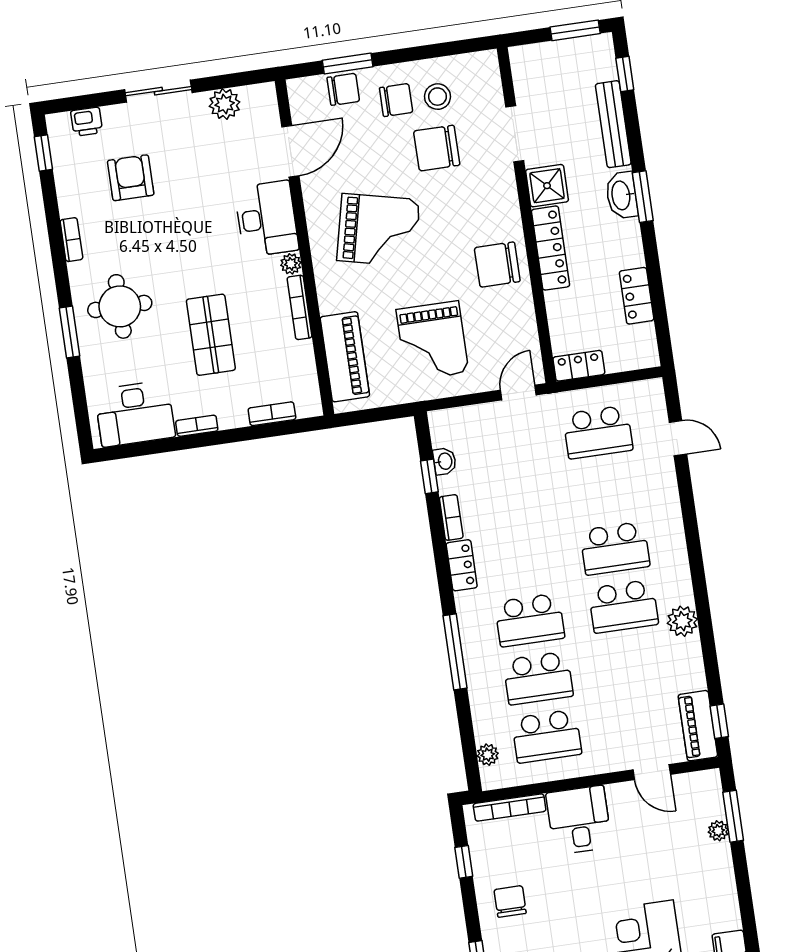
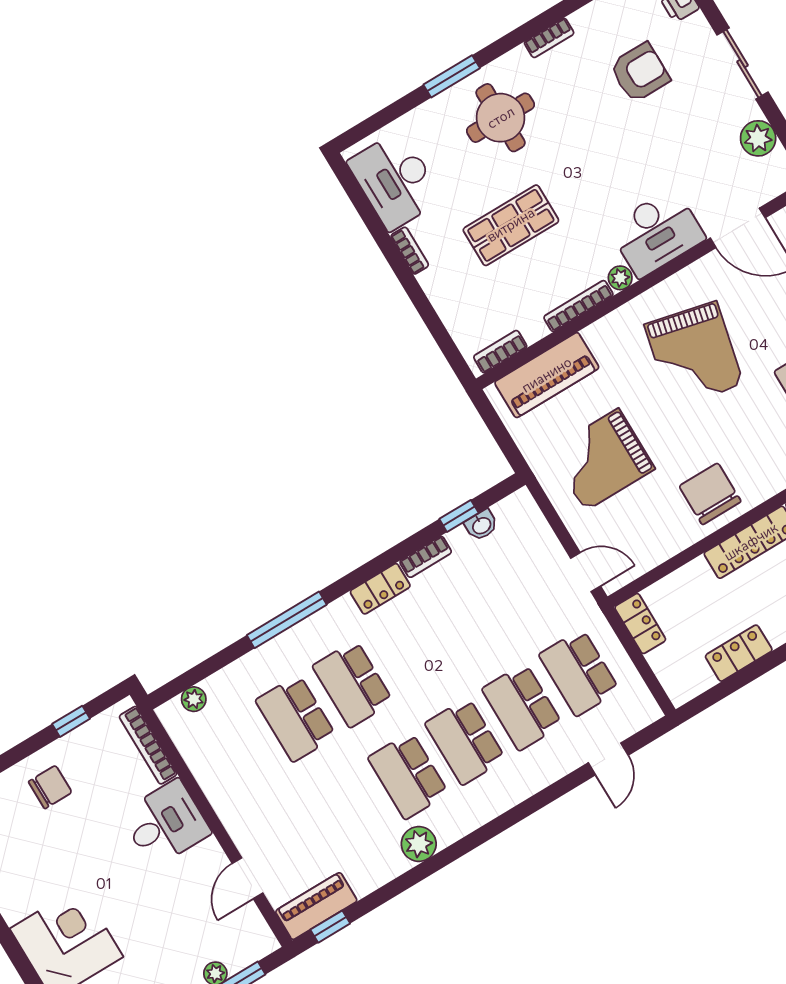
bookcase: (272, 414) -> (500, 352), moved, turned -90
school desk: (547, 736) -> (522, 707), moved

